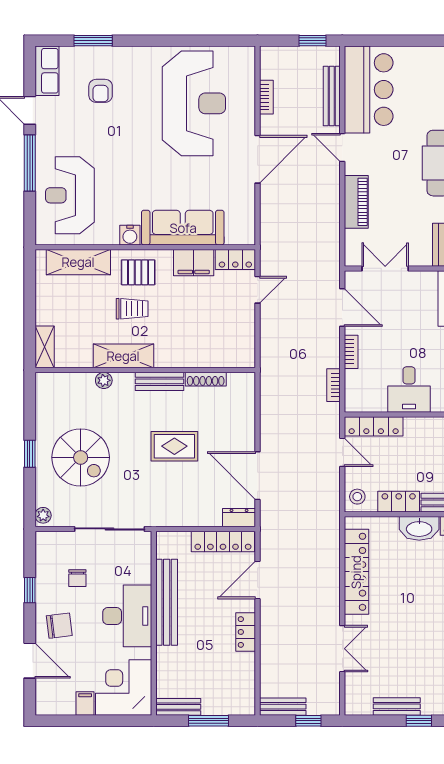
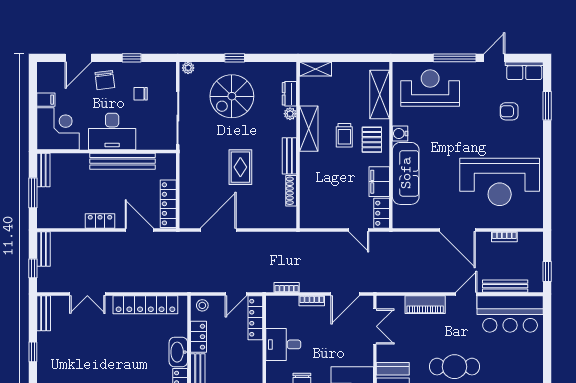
dresser: (239, 518) -> (289, 94), moved, turned 180
bench: (397, 706) -> (44, 313), moved

